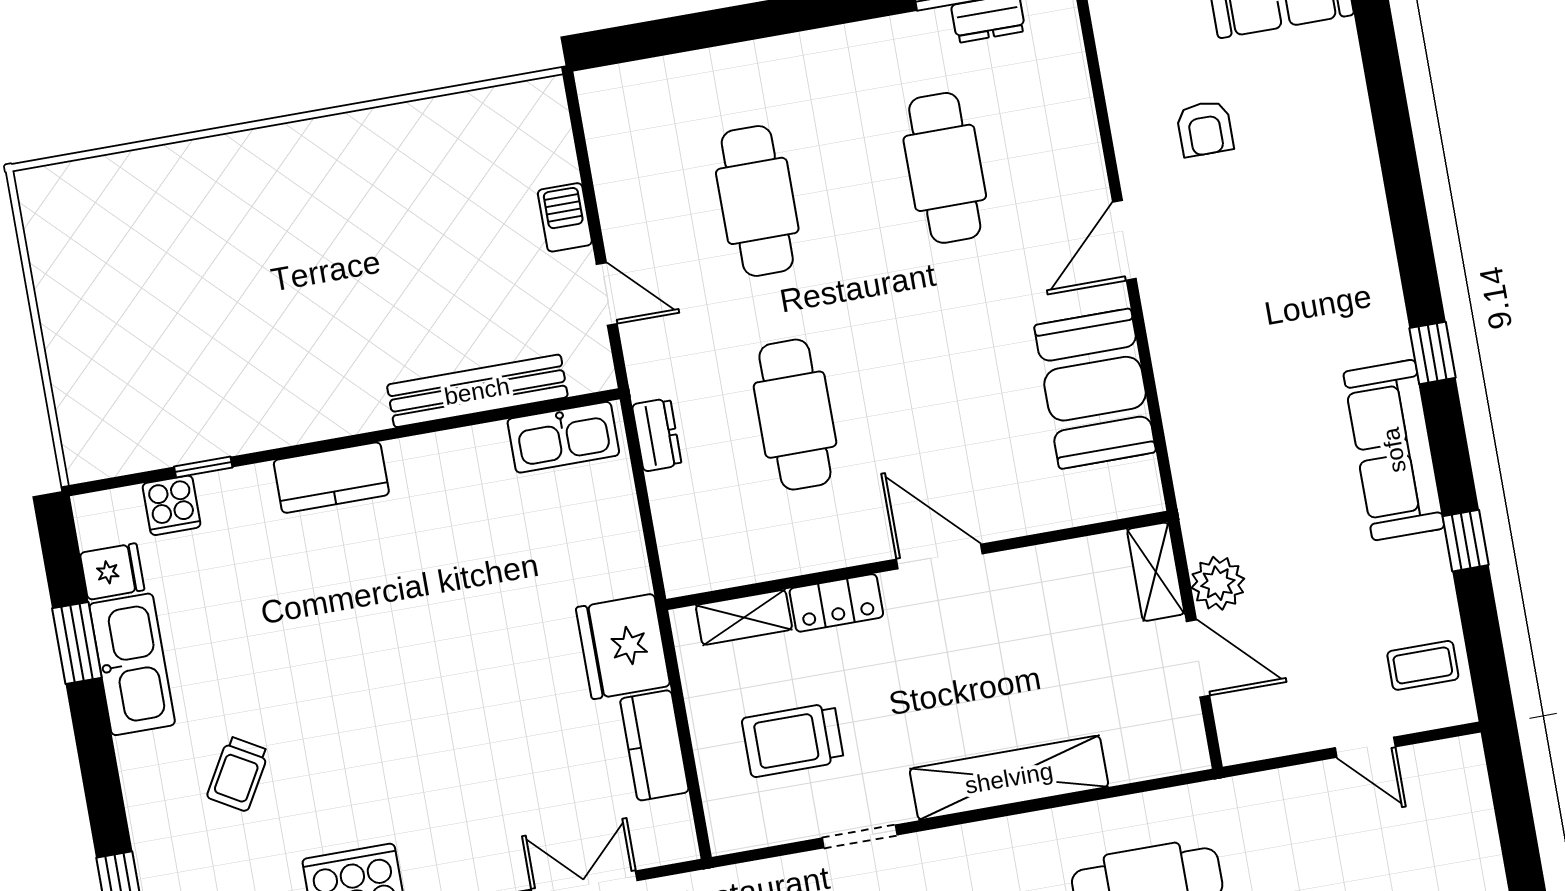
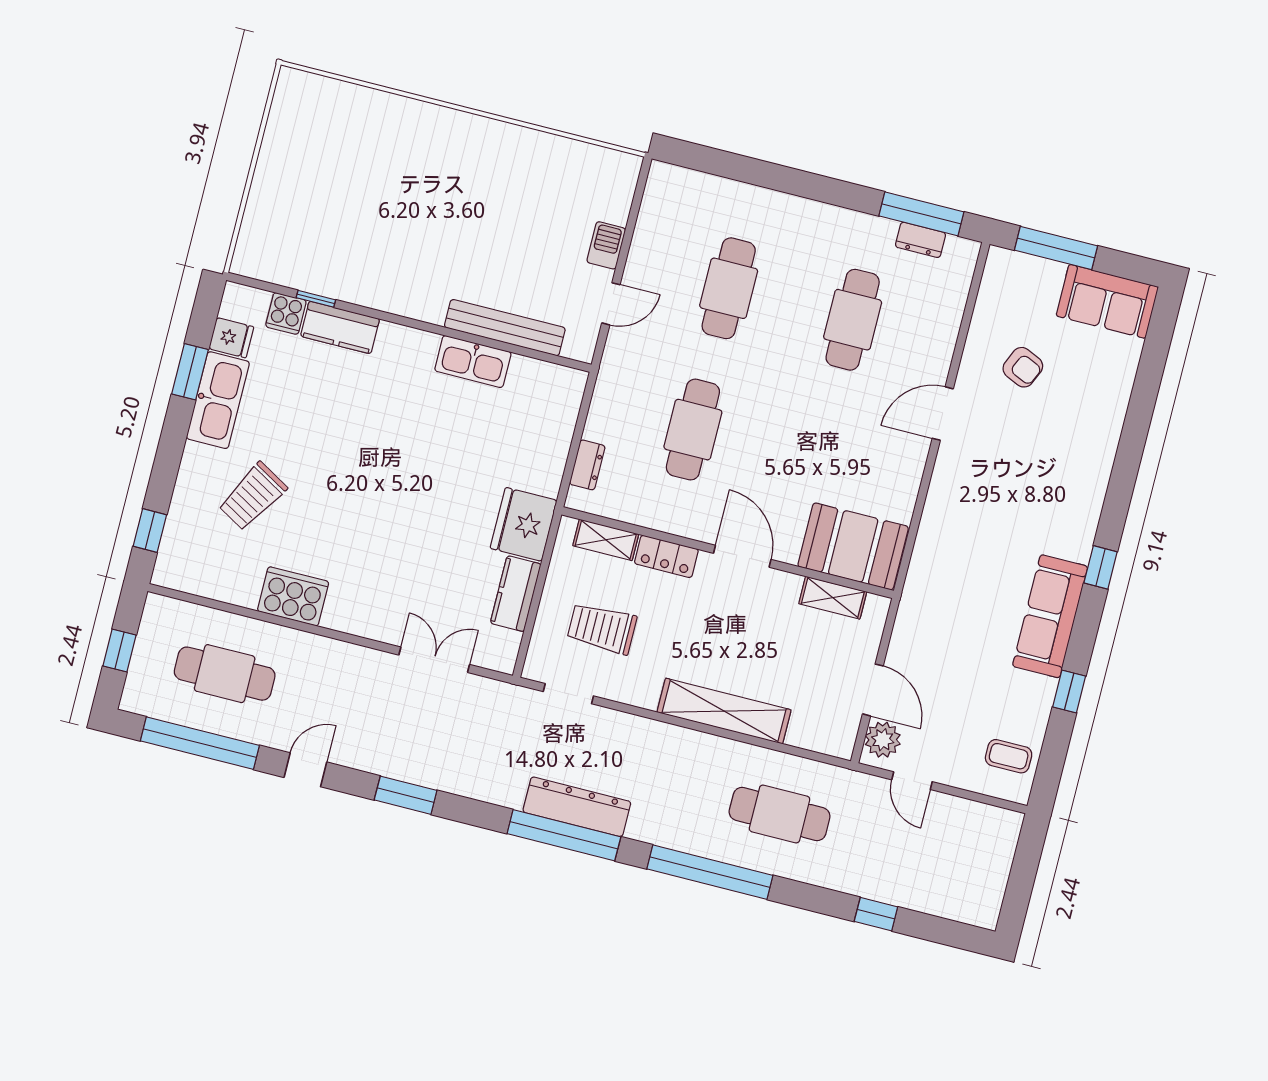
armchair: (1205, 129) -> (1023, 367), turned -66
door: (607, 294) -> (611, 304), hinge flipped
booth: (1095, 389) -> (853, 546), moved, turned 90
dresser: (657, 435) -> (587, 465), moved
kitchen sink: (563, 437) -> (473, 362), moved
kitchen counter: (331, 478) -> (340, 328), moved
shelving: (1156, 572) -> (833, 598), moved, turned 90
plant: (1218, 583) -> (883, 740), moved
door: (1365, 747) -> (912, 781), moved
trolley: (238, 774) -> (253, 496), width x1.36, depth x1.39
doorway: (860, 836) -> (568, 694), moved

